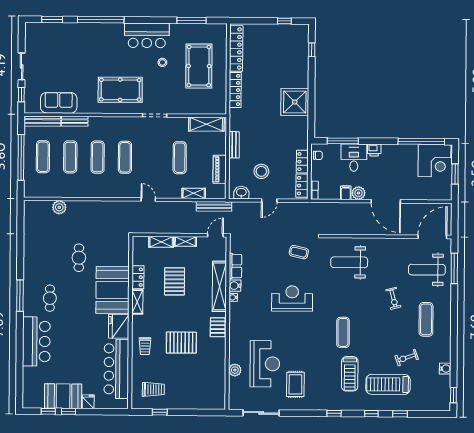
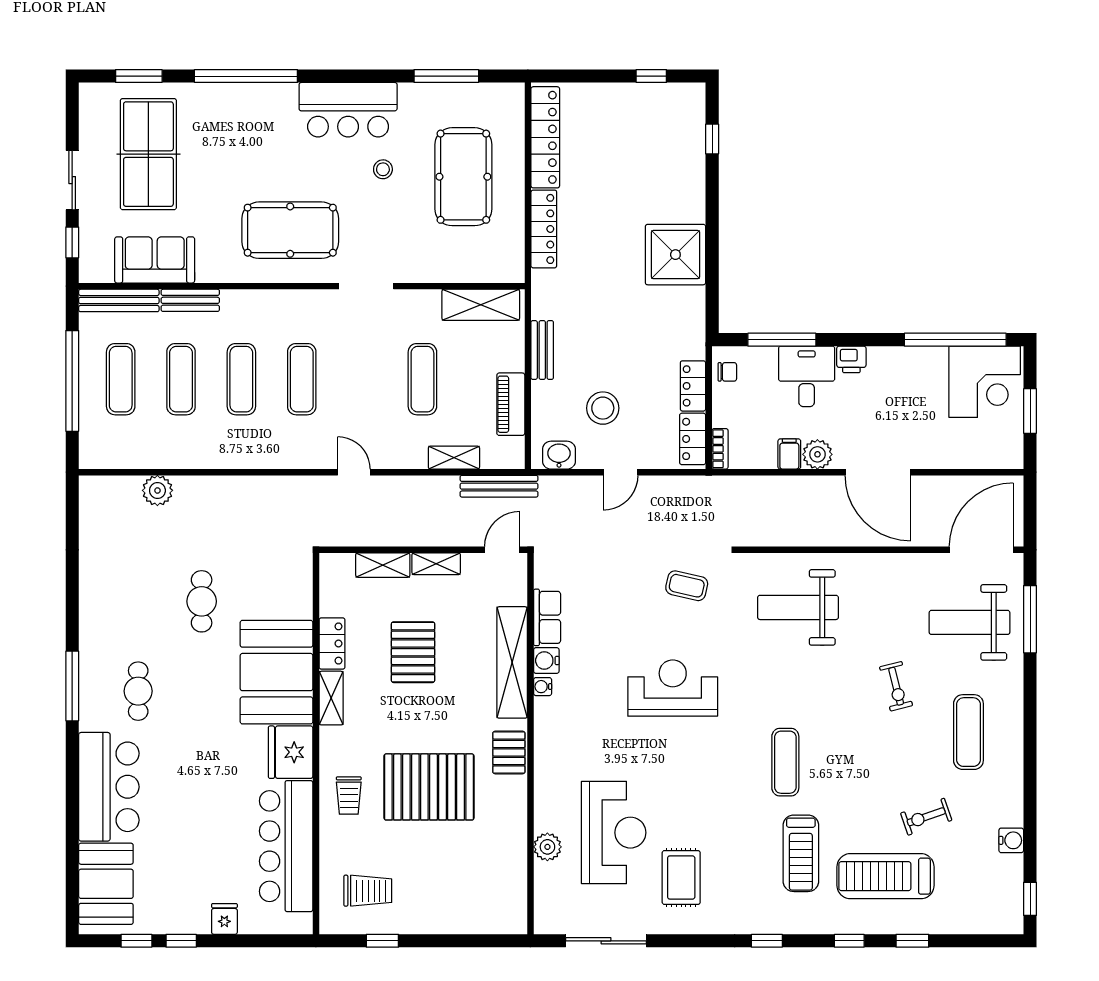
table tennis table: (56, 55) -> (148, 154), added
pallet: (181, 343) -> (429, 787), width x1.37, depth x1.41
booth: (63, 396) -> (106, 884), moved, turned 90

